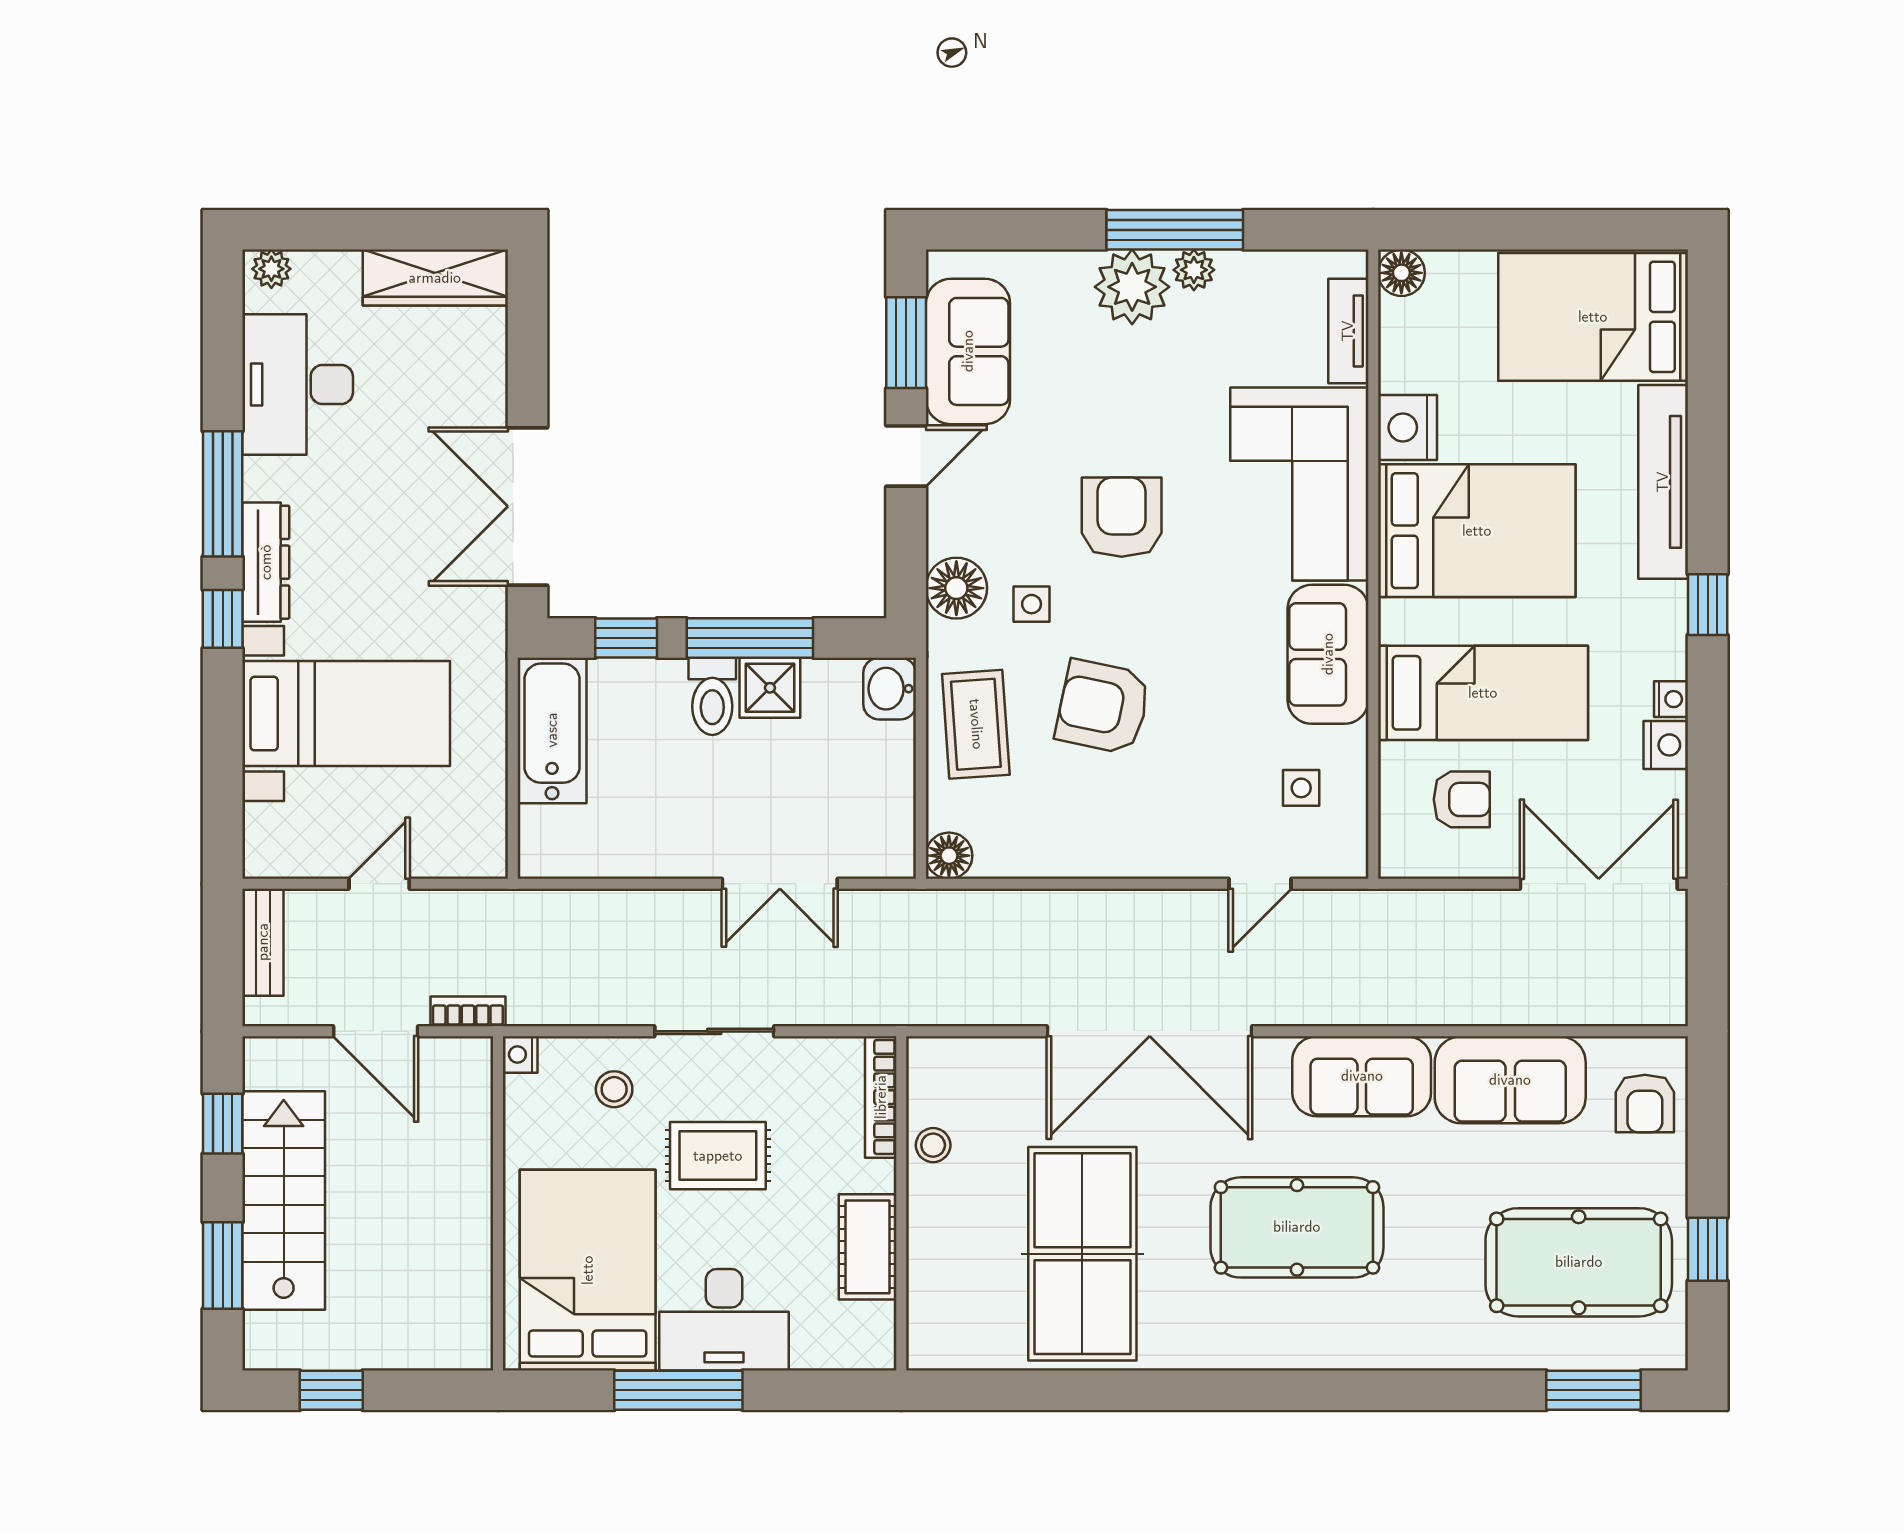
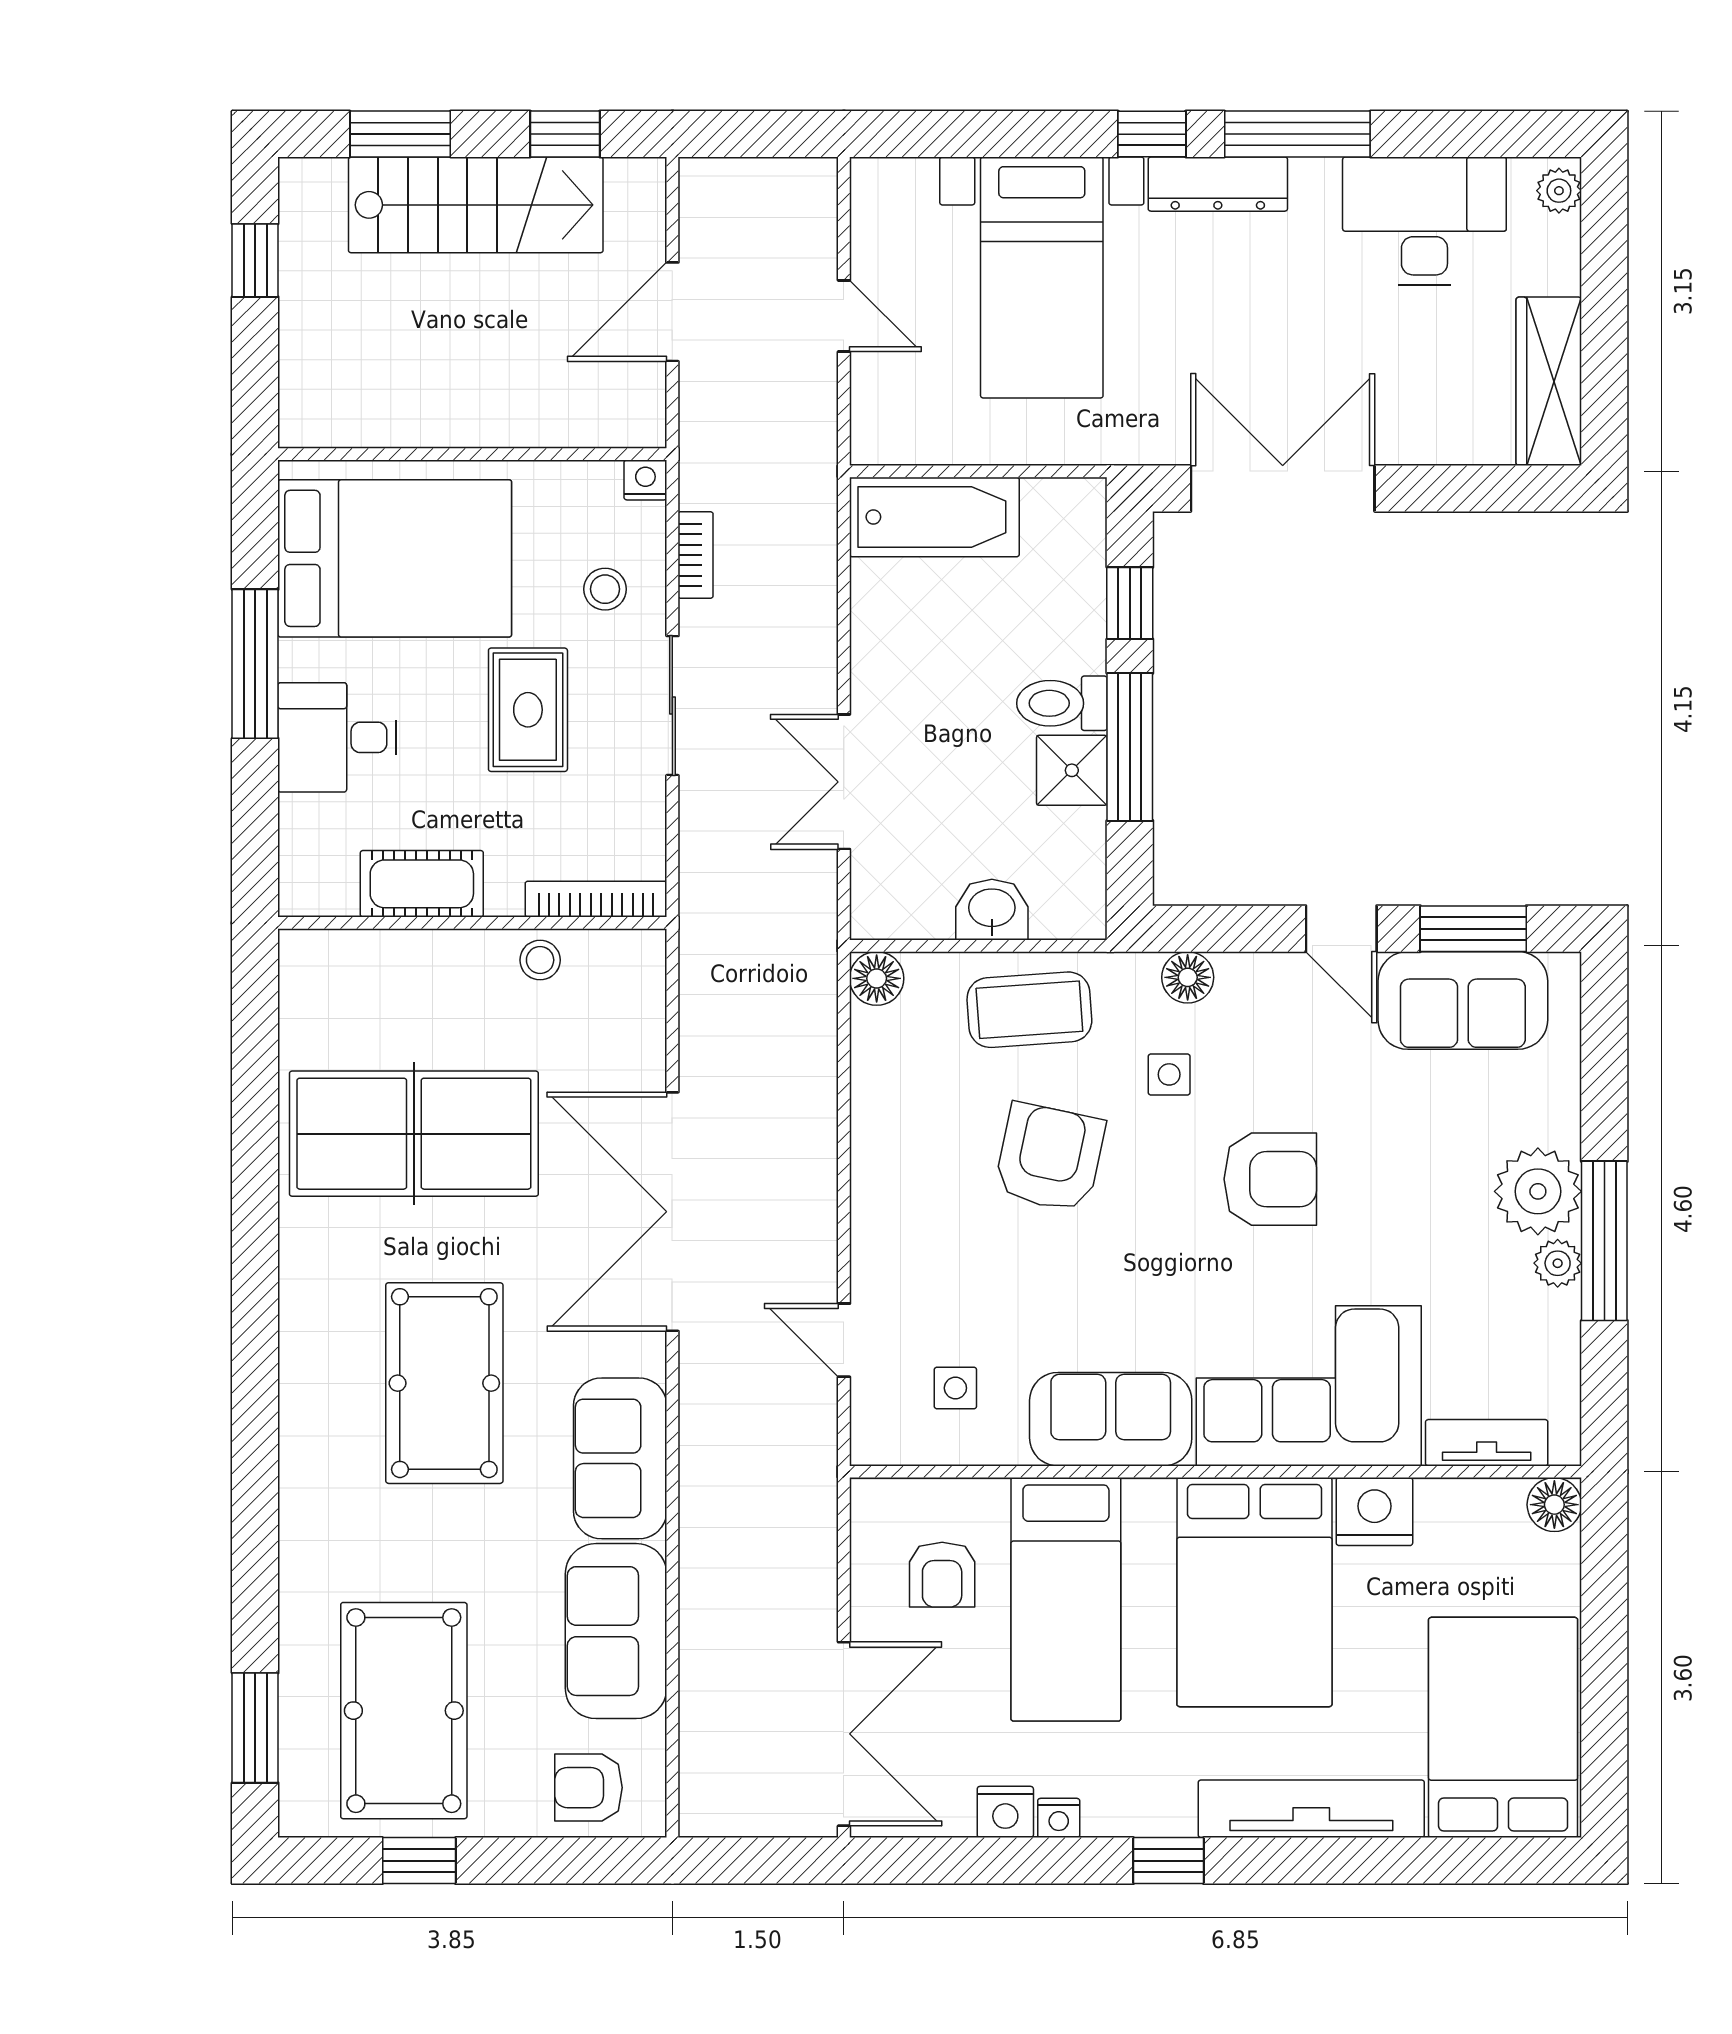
floor lamp: (956, 588) -> (1188, 977), width x0.73, depth x0.73
washbasin: (890, 689) -> (992, 910), moved
bathtub: (552, 730) -> (934, 517), moved
bench: (263, 942) -> (776, 181), removed
bookcase: (468, 1011) -> (696, 555), moved
desk: (724, 1320) -> (337, 737), width x0.73

